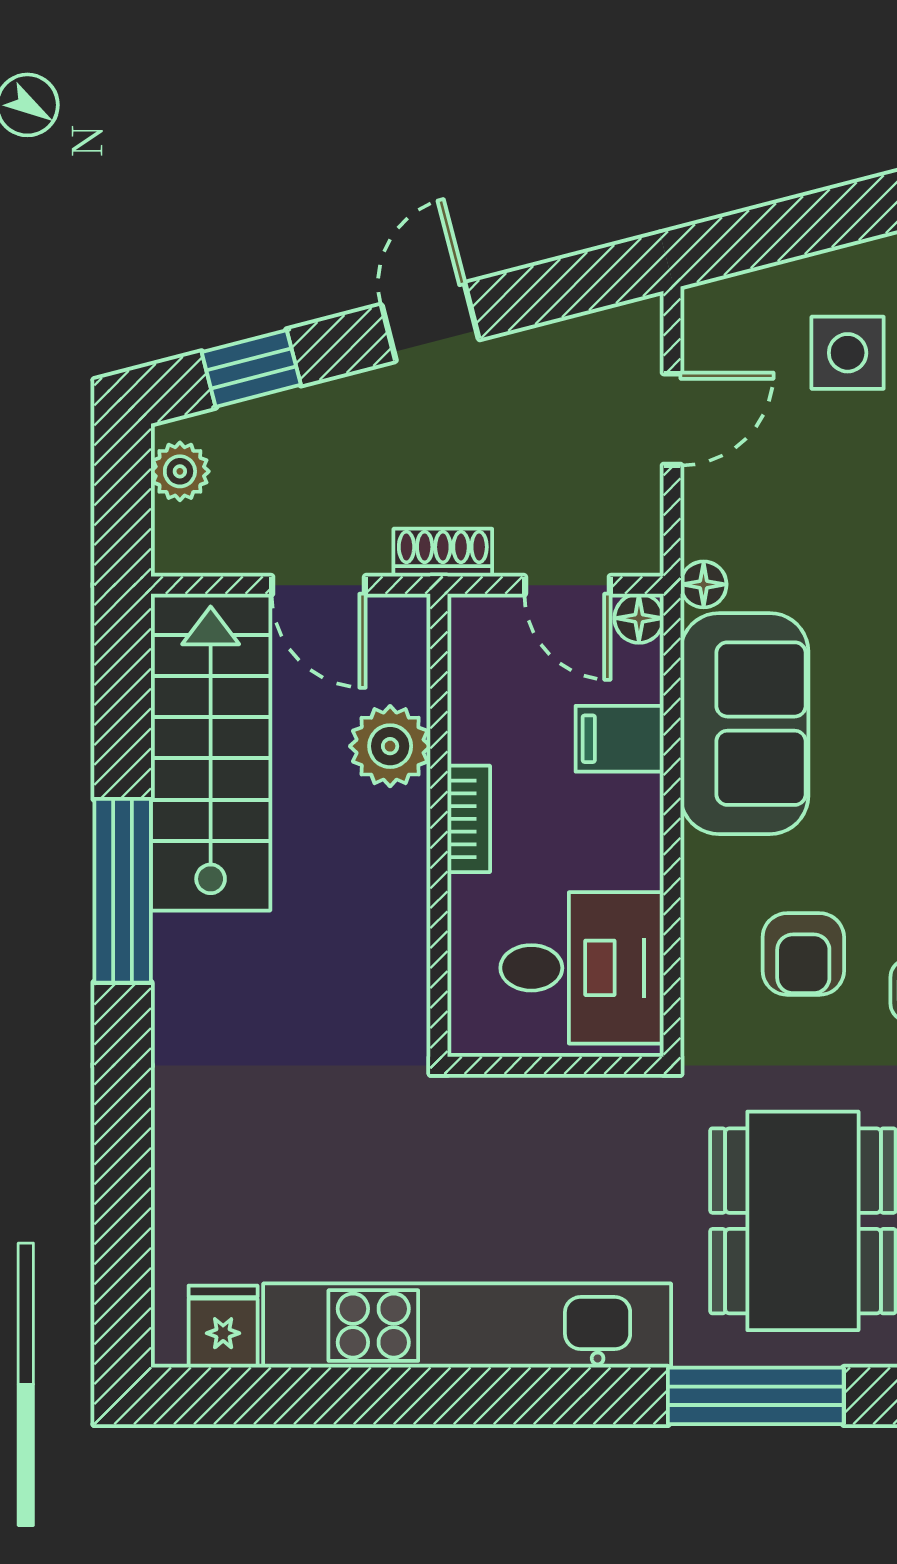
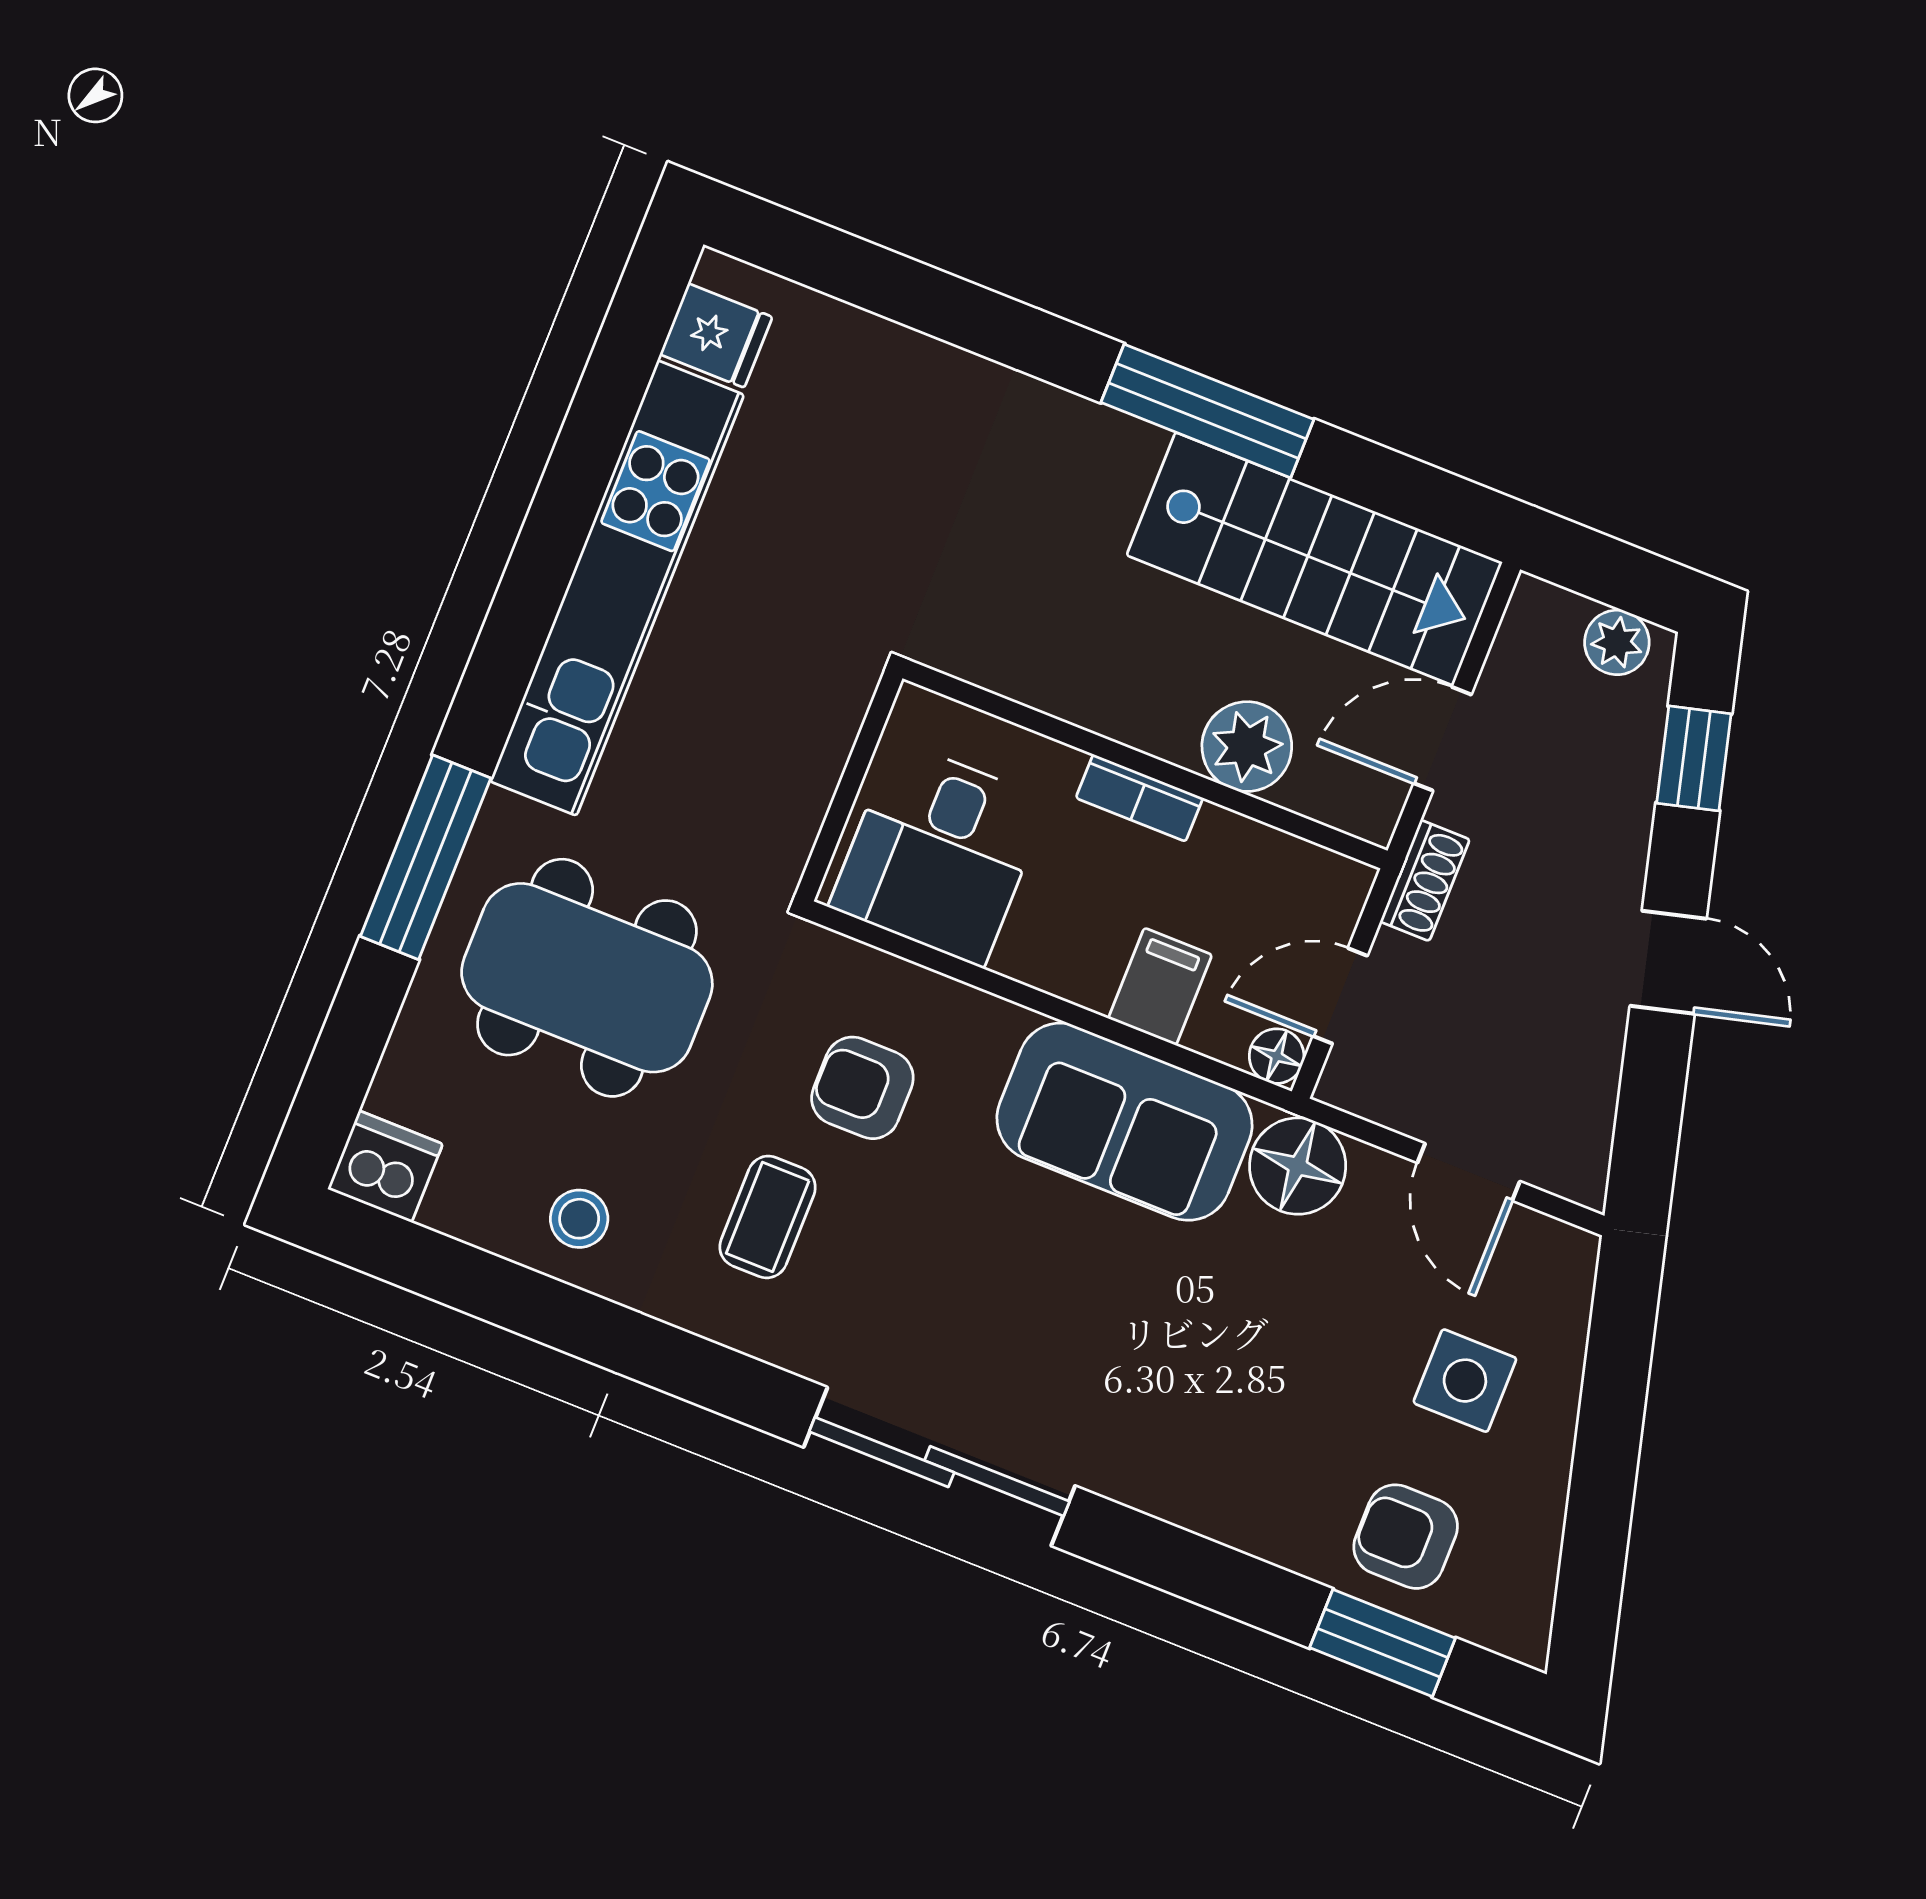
floor lamp: (704, 584) -> (1298, 1166), width x1.89, depth x1.89

